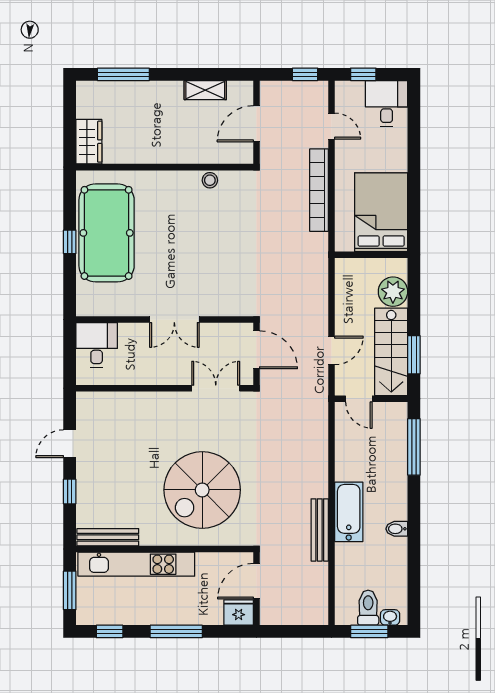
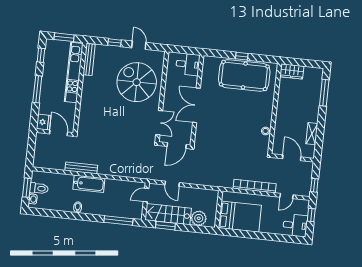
double door: (174, 319) -> (196, 105), width x1.37
spiral stairs: (202, 490) -> (137, 82), moved

